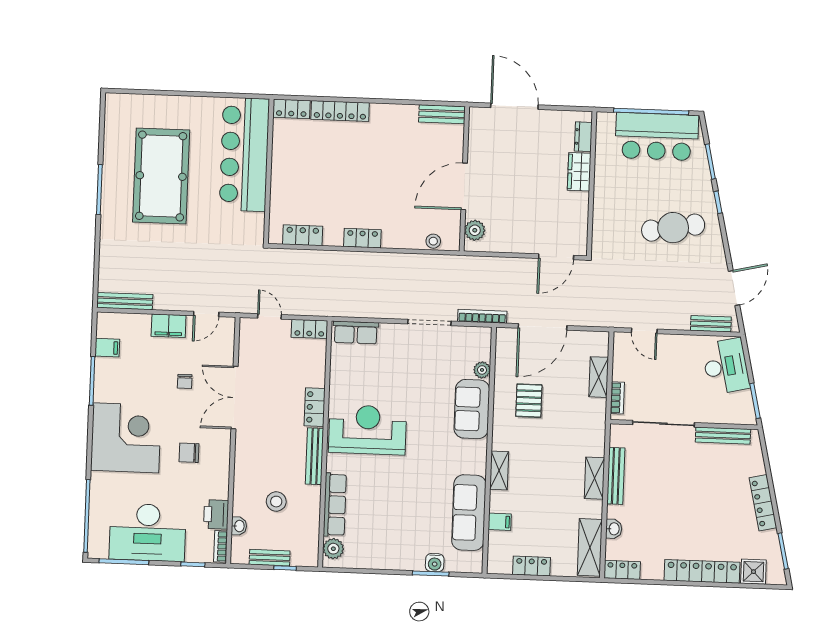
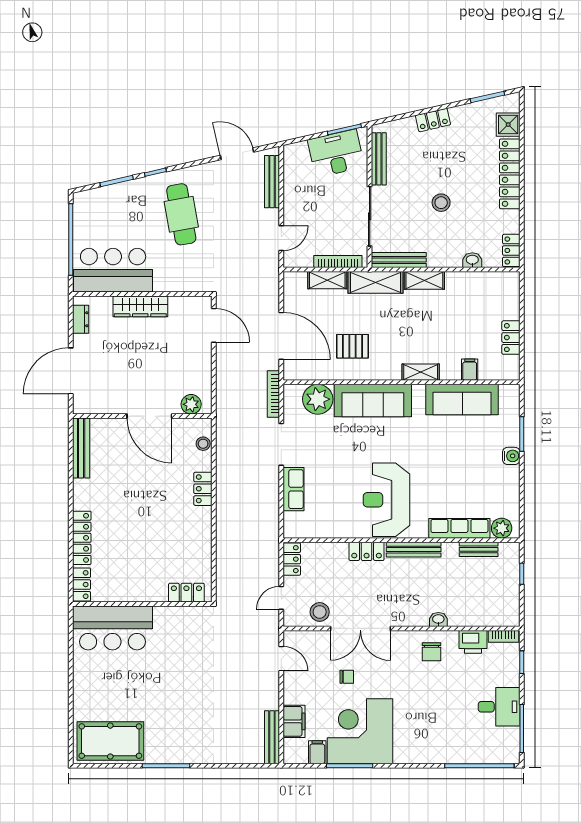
bench: (442, 114) -> (81, 448), width x1.36
dresser: (583, 137) -> (81, 319), moved, turned -90
bar counter: (657, 137) -> (113, 270), moved, turned -90
bar counter: (244, 154) -> (112, 628), width x0.73
wardrobe: (579, 172) -> (140, 306), width x1.50
pool table: (161, 176) -> (110, 741), moved, width x0.73, depth x0.76
locker: (303, 235) -> (186, 593), moved, turned 90
locker: (362, 238) -> (203, 489), moved
bench: (711, 324) -> (272, 182), width x1.36
filing cabinet: (169, 326) -> (294, 721), moved
row of seats: (356, 332) -> (294, 489), moved
desk: (726, 366) -> (336, 153), moved
plant: (482, 370) -> (318, 399), width x1.87, depth x1.87
bookcase: (617, 398) -> (338, 261), width x1.56
sofa: (472, 409) -> (373, 401), width x1.36
corner desk: (126, 438) -> (360, 731), moved
chair: (189, 453) -> (431, 652), moved
bench: (616, 476) -> (399, 260), moved
stool: (675, 499) -> (441, 203), added
stool: (276, 502) -> (320, 612), moved
locker: (763, 503) -> (433, 120), width x0.66
washbasin: (239, 526) -> (438, 619), moved
desk: (148, 532) -> (499, 707), width x0.53, depth x0.77
shelving: (590, 547) -> (376, 282), moved
bench: (270, 558) -> (479, 549), moved, turned 90
water cooler: (435, 563) -> (511, 456), moved

